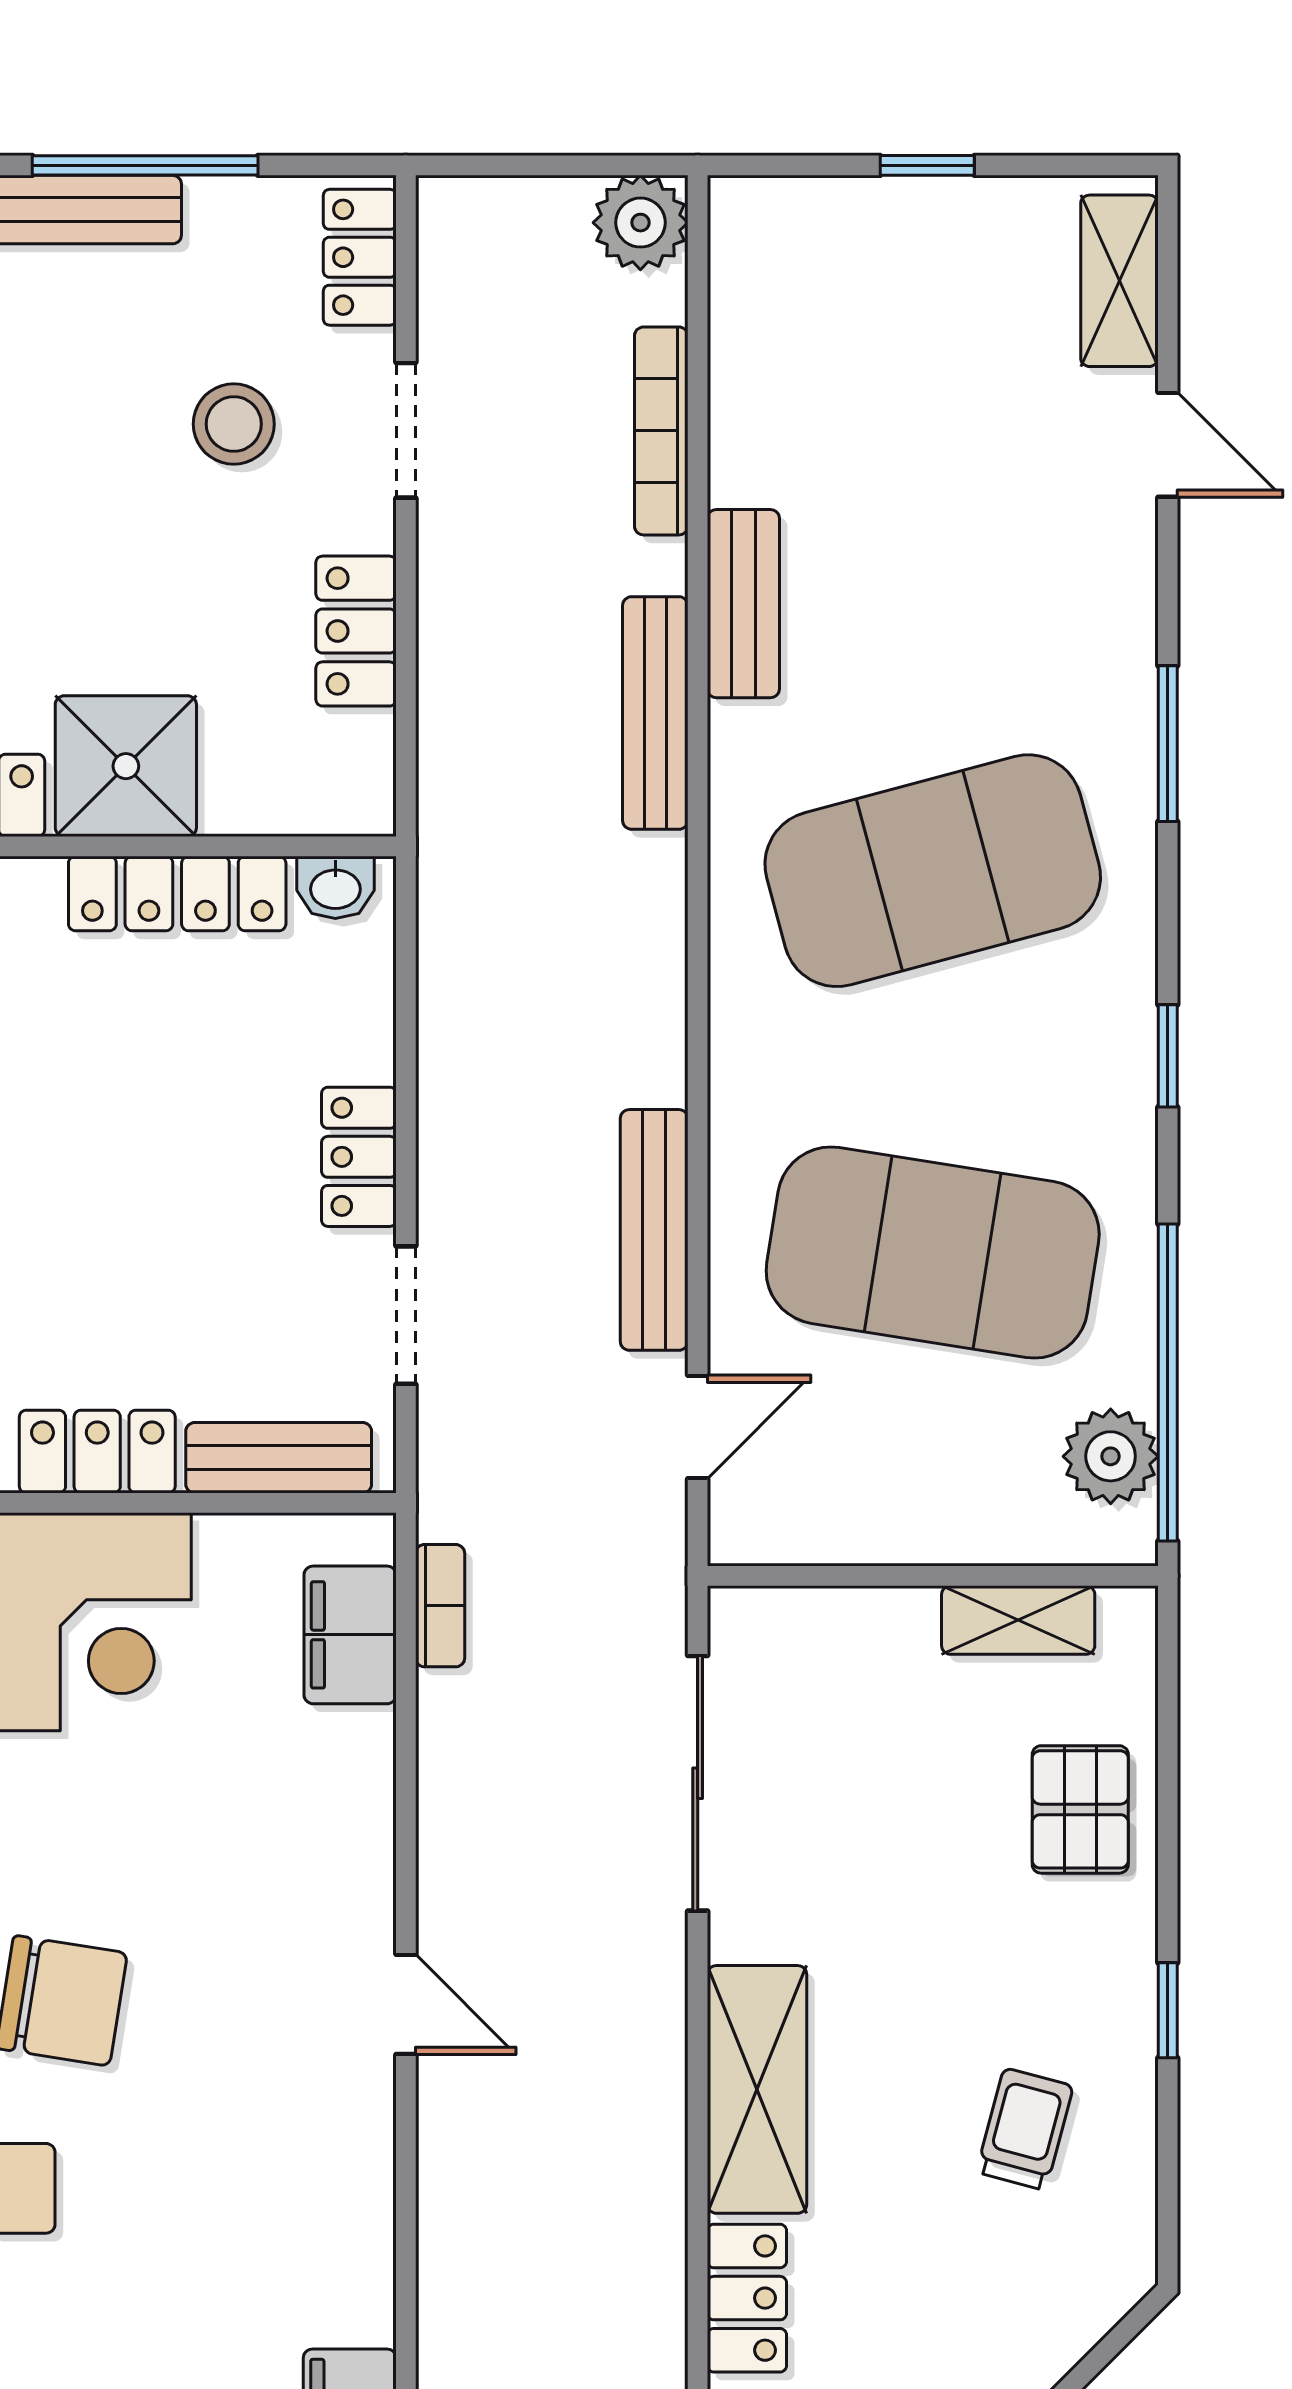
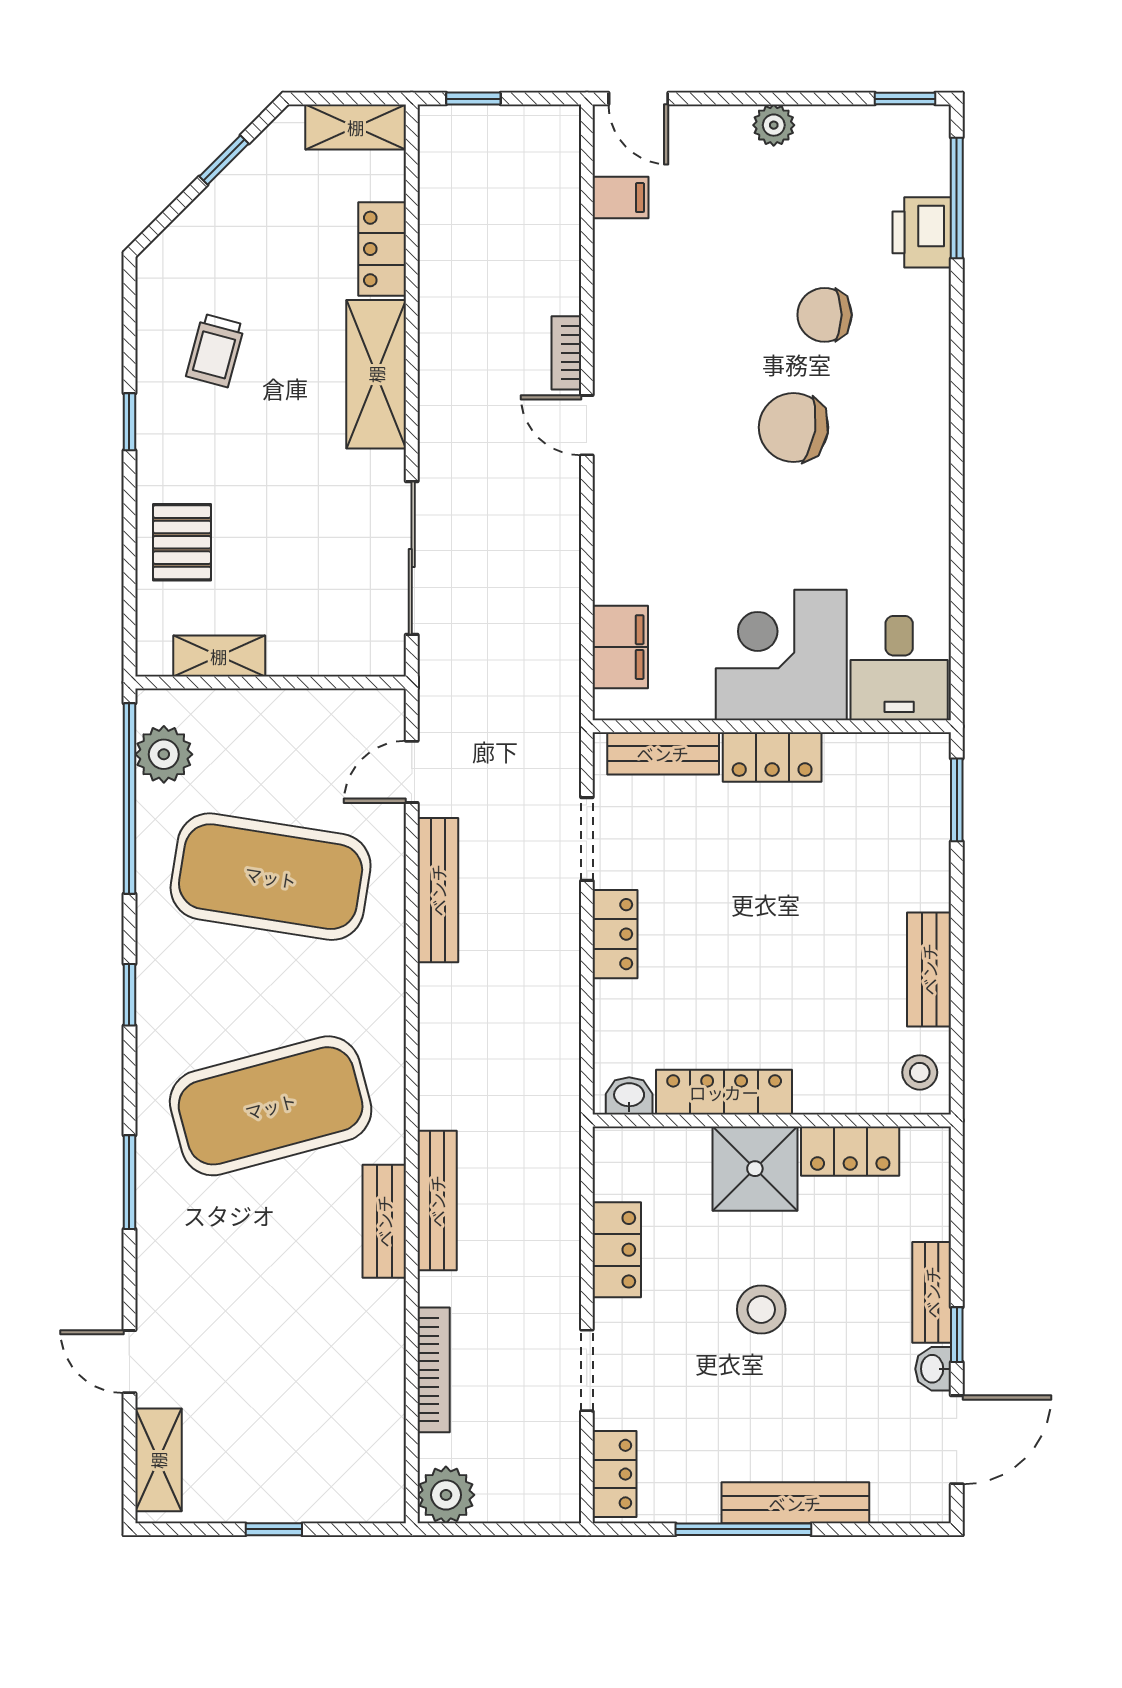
stool: (234, 424) -> (761, 1310), moved
bench: (743, 604) -> (384, 1221), moved
bookcase: (440, 1606) -> (566, 353), moved

